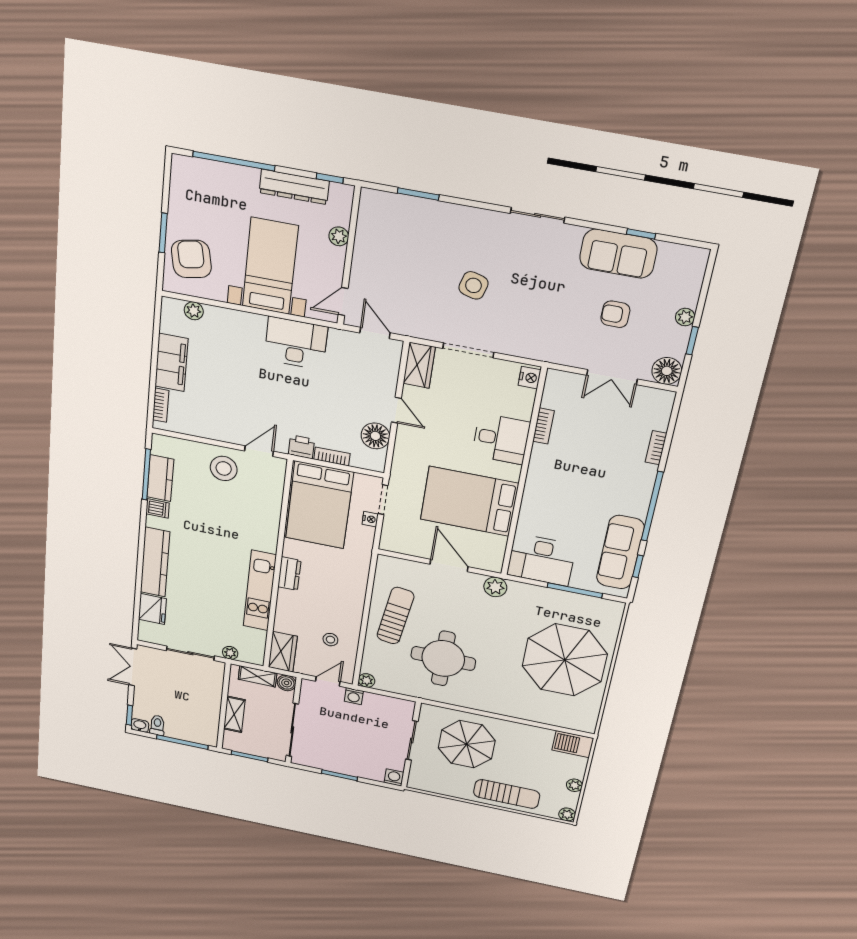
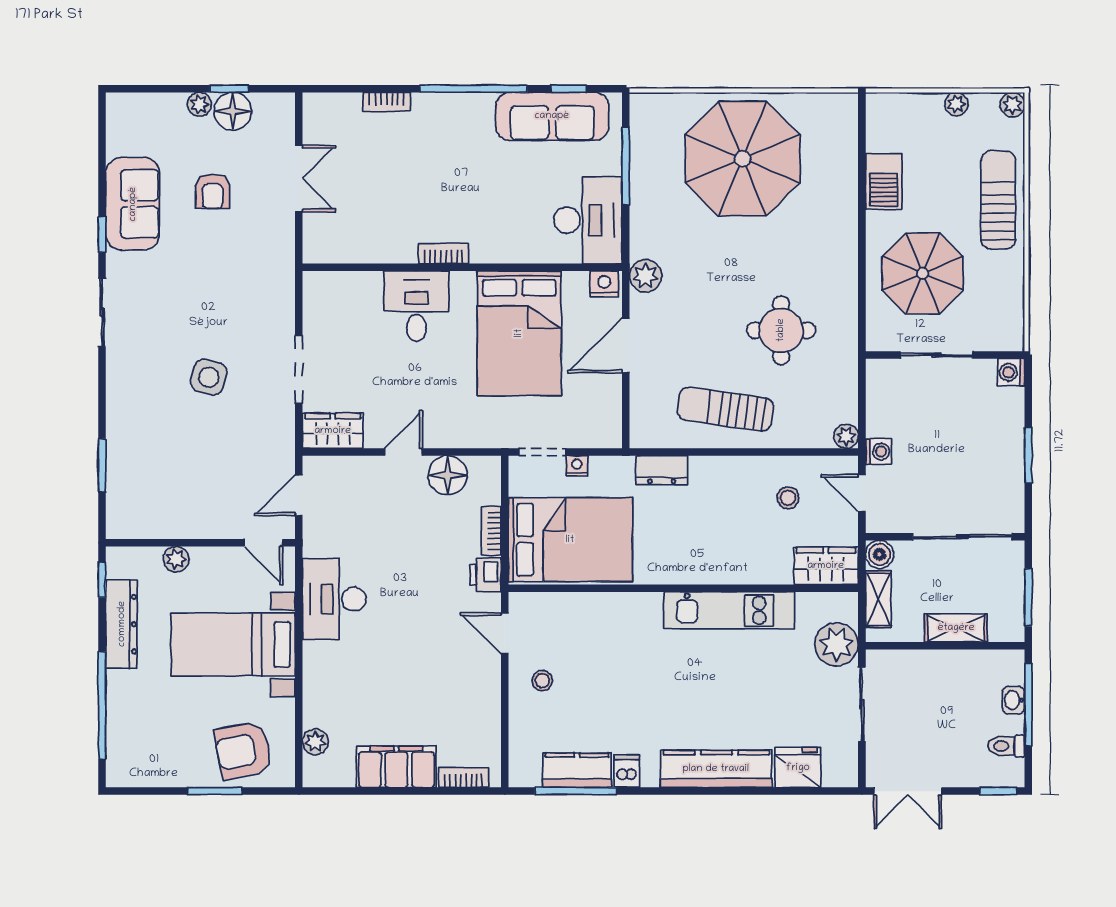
window: (641, 234) -> (102, 234), moved
floor lamp: (667, 371) -> (233, 111), moved
nightstand: (530, 378) -> (604, 284), moved
bookcase: (543, 426) -> (443, 254), moved
stool: (224, 468) -> (542, 681), width x0.53, depth x0.53
dresser: (289, 574) -> (662, 470), moved, turned 180
plant: (230, 653) -> (837, 644), width x1.87, depth x1.87
round table: (443, 658) -> (781, 330), width x0.73, depth x0.73
washbasin: (140, 725) -> (1014, 700), moved
barbecue: (573, 744) -> (884, 181), moved

